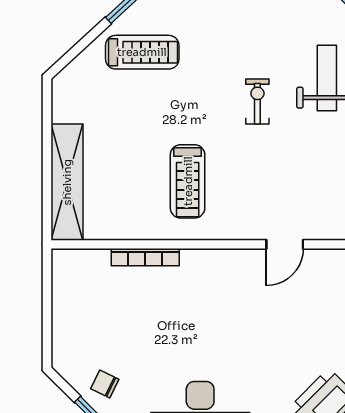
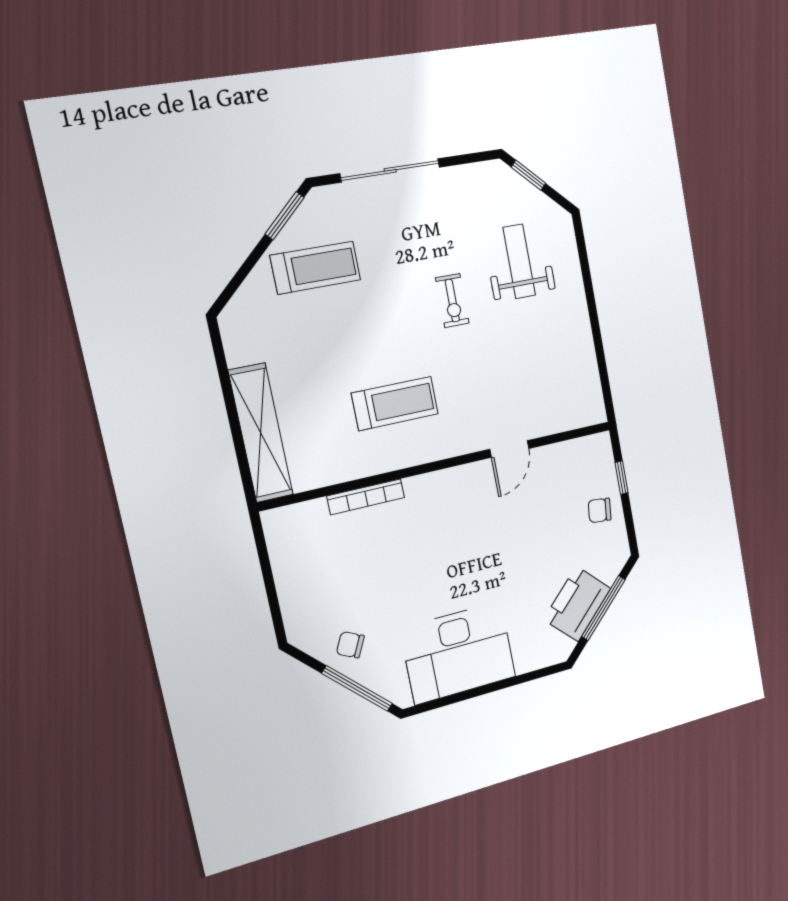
exercise bike: (257, 102) -> (452, 301), turned 180
treadmill: (188, 181) -> (395, 404), turned -90

